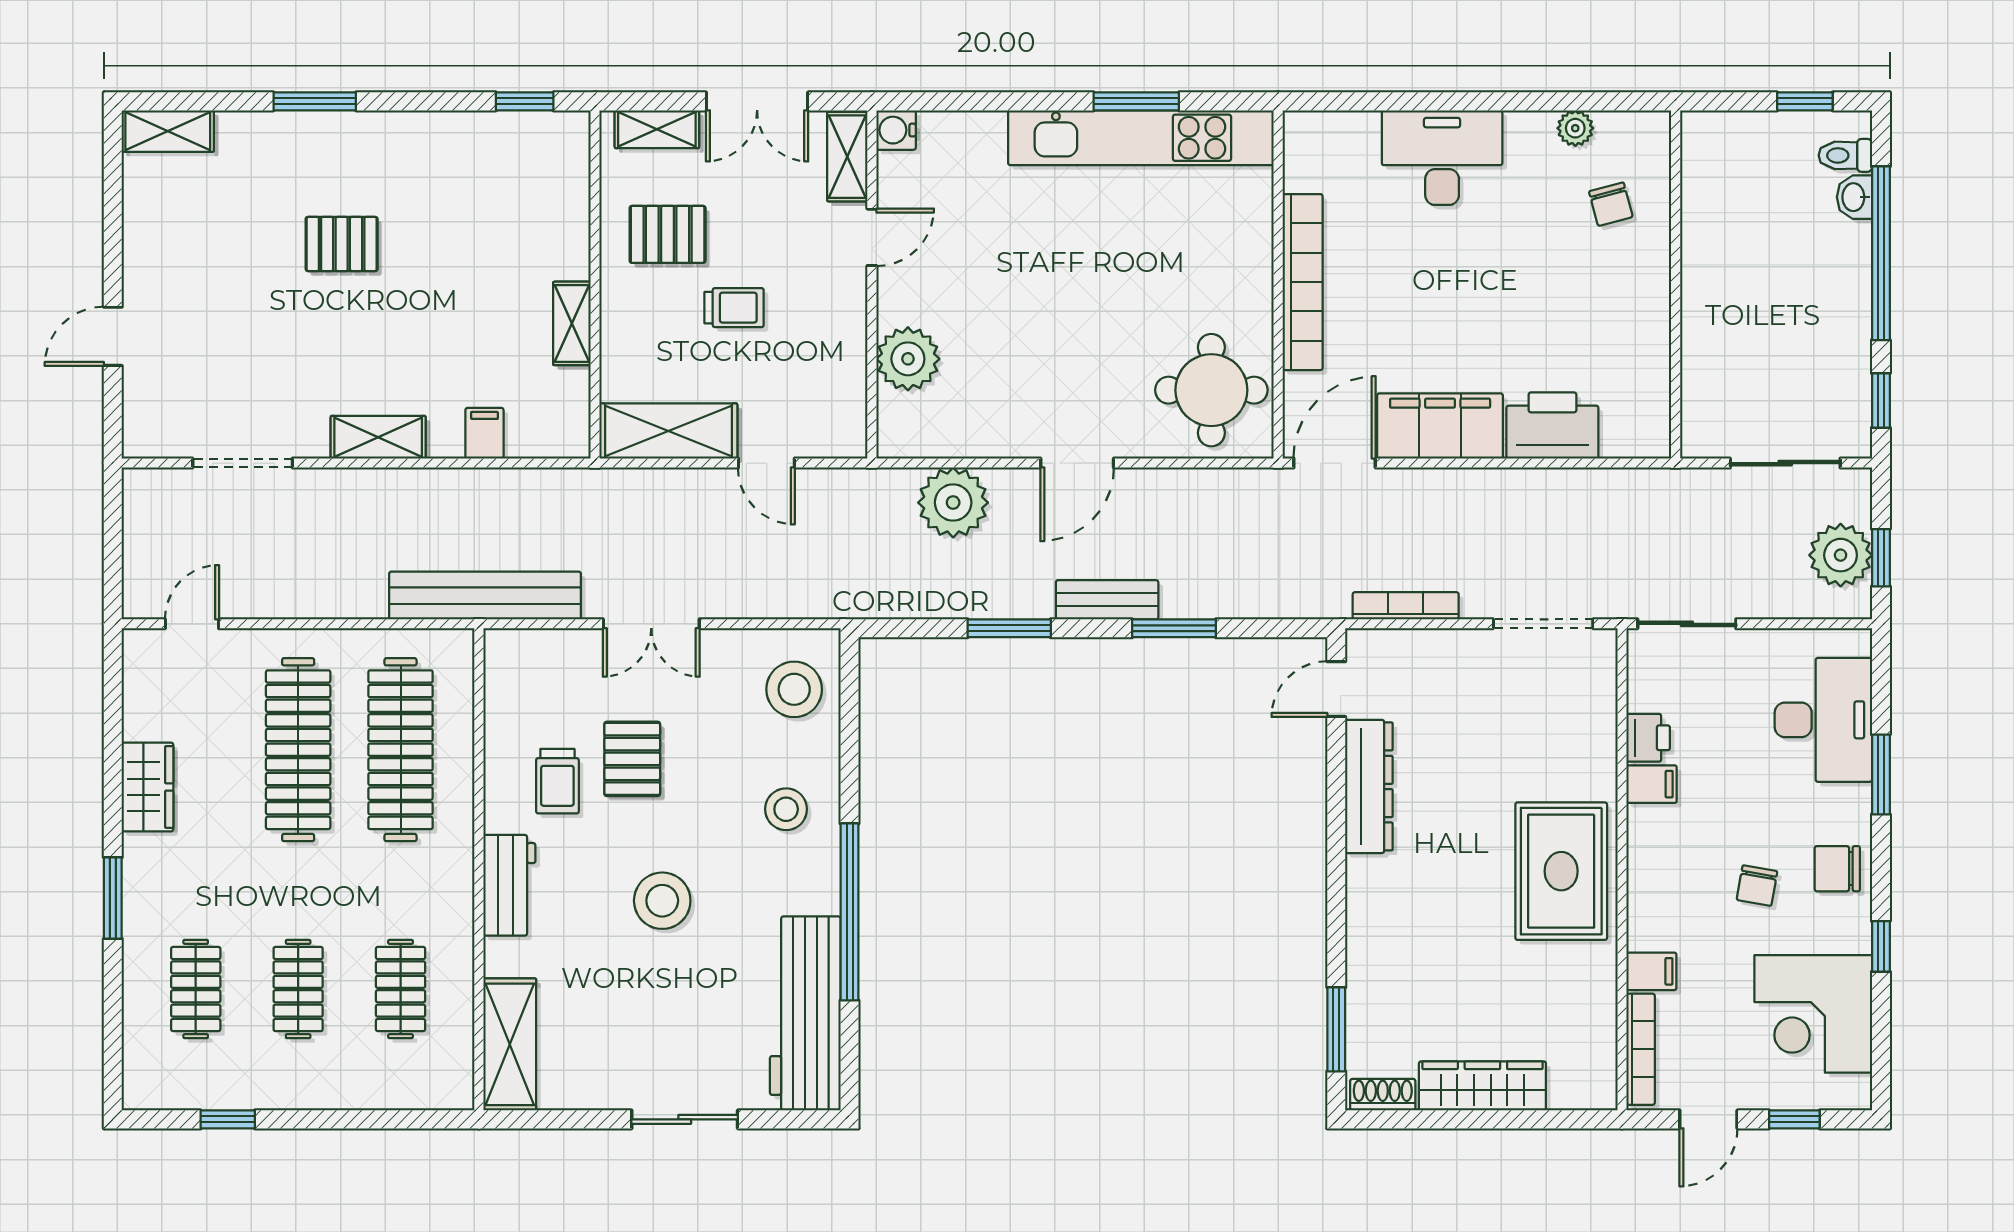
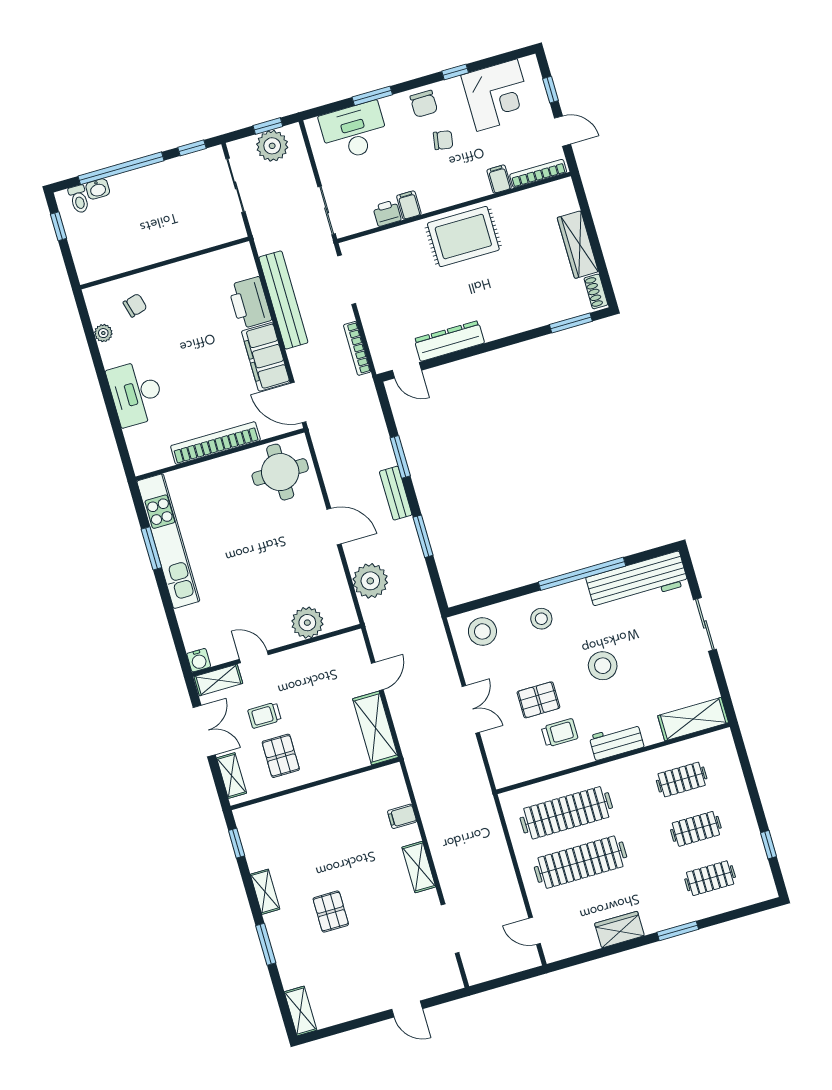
trolley: (734, 308) -> (264, 715), moved, turned -90
shelving: (572, 323) -> (265, 892), moved, turned 90
bench: (485, 595) -> (283, 300), moved

